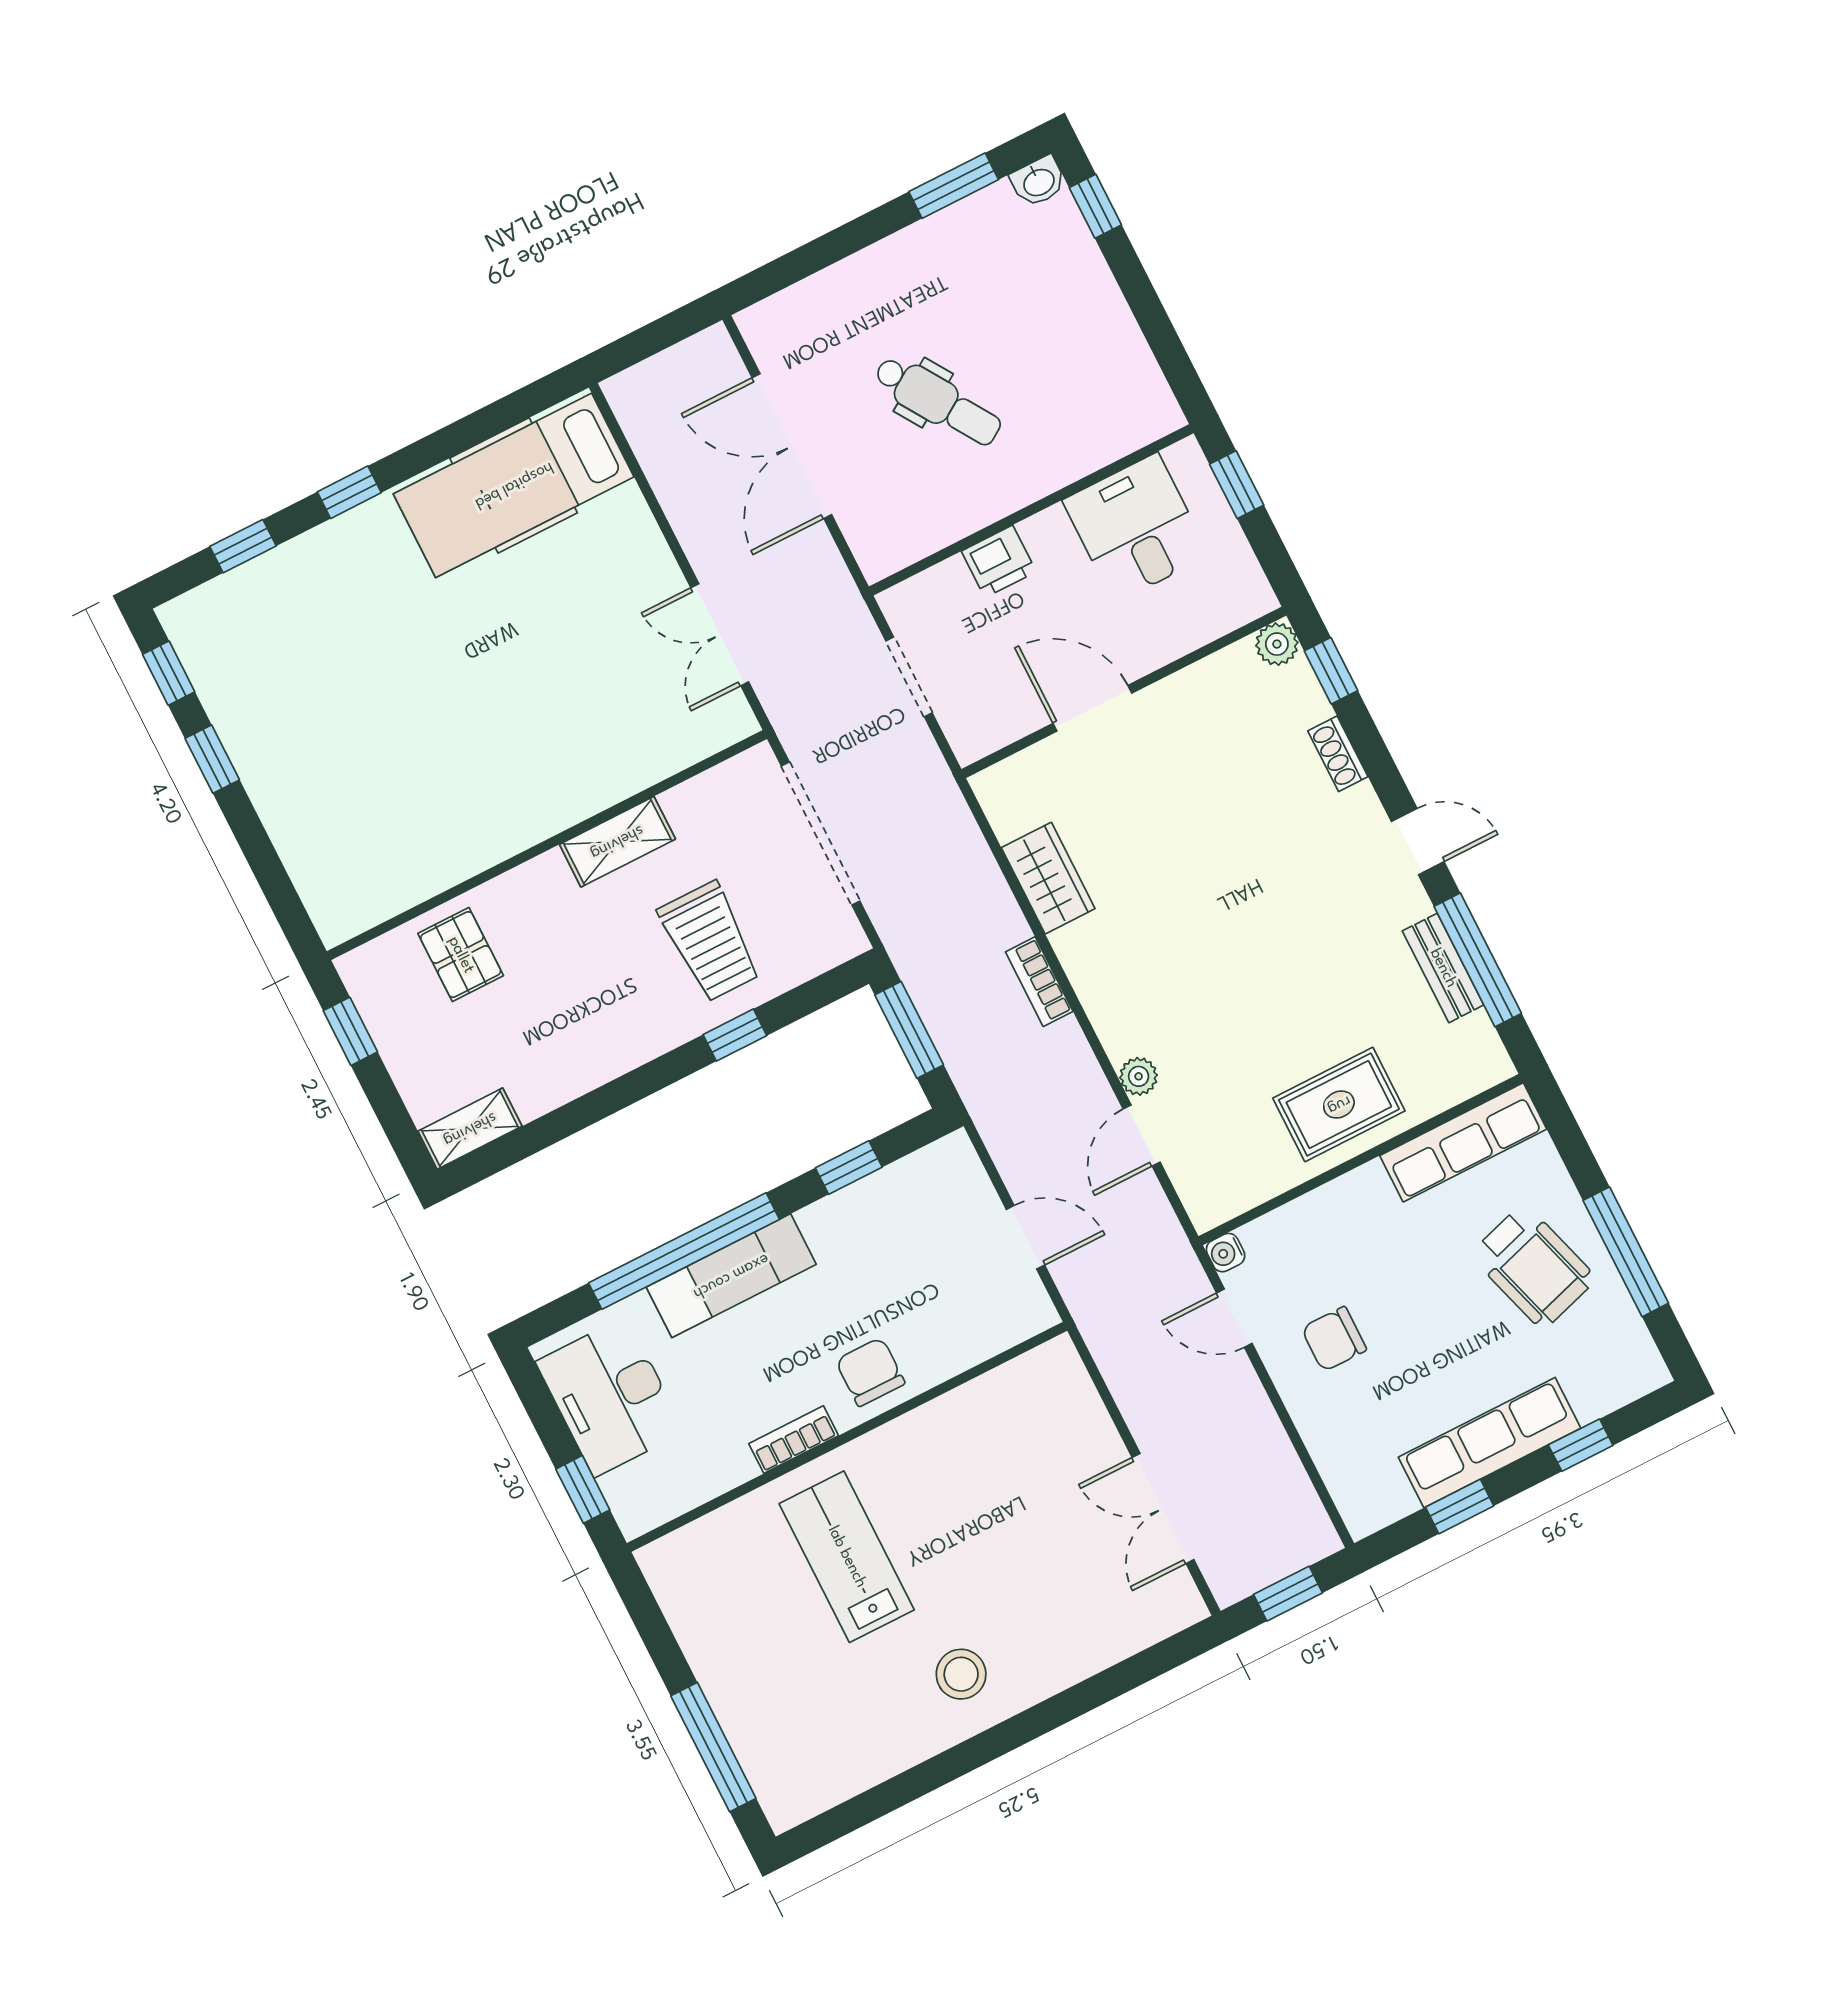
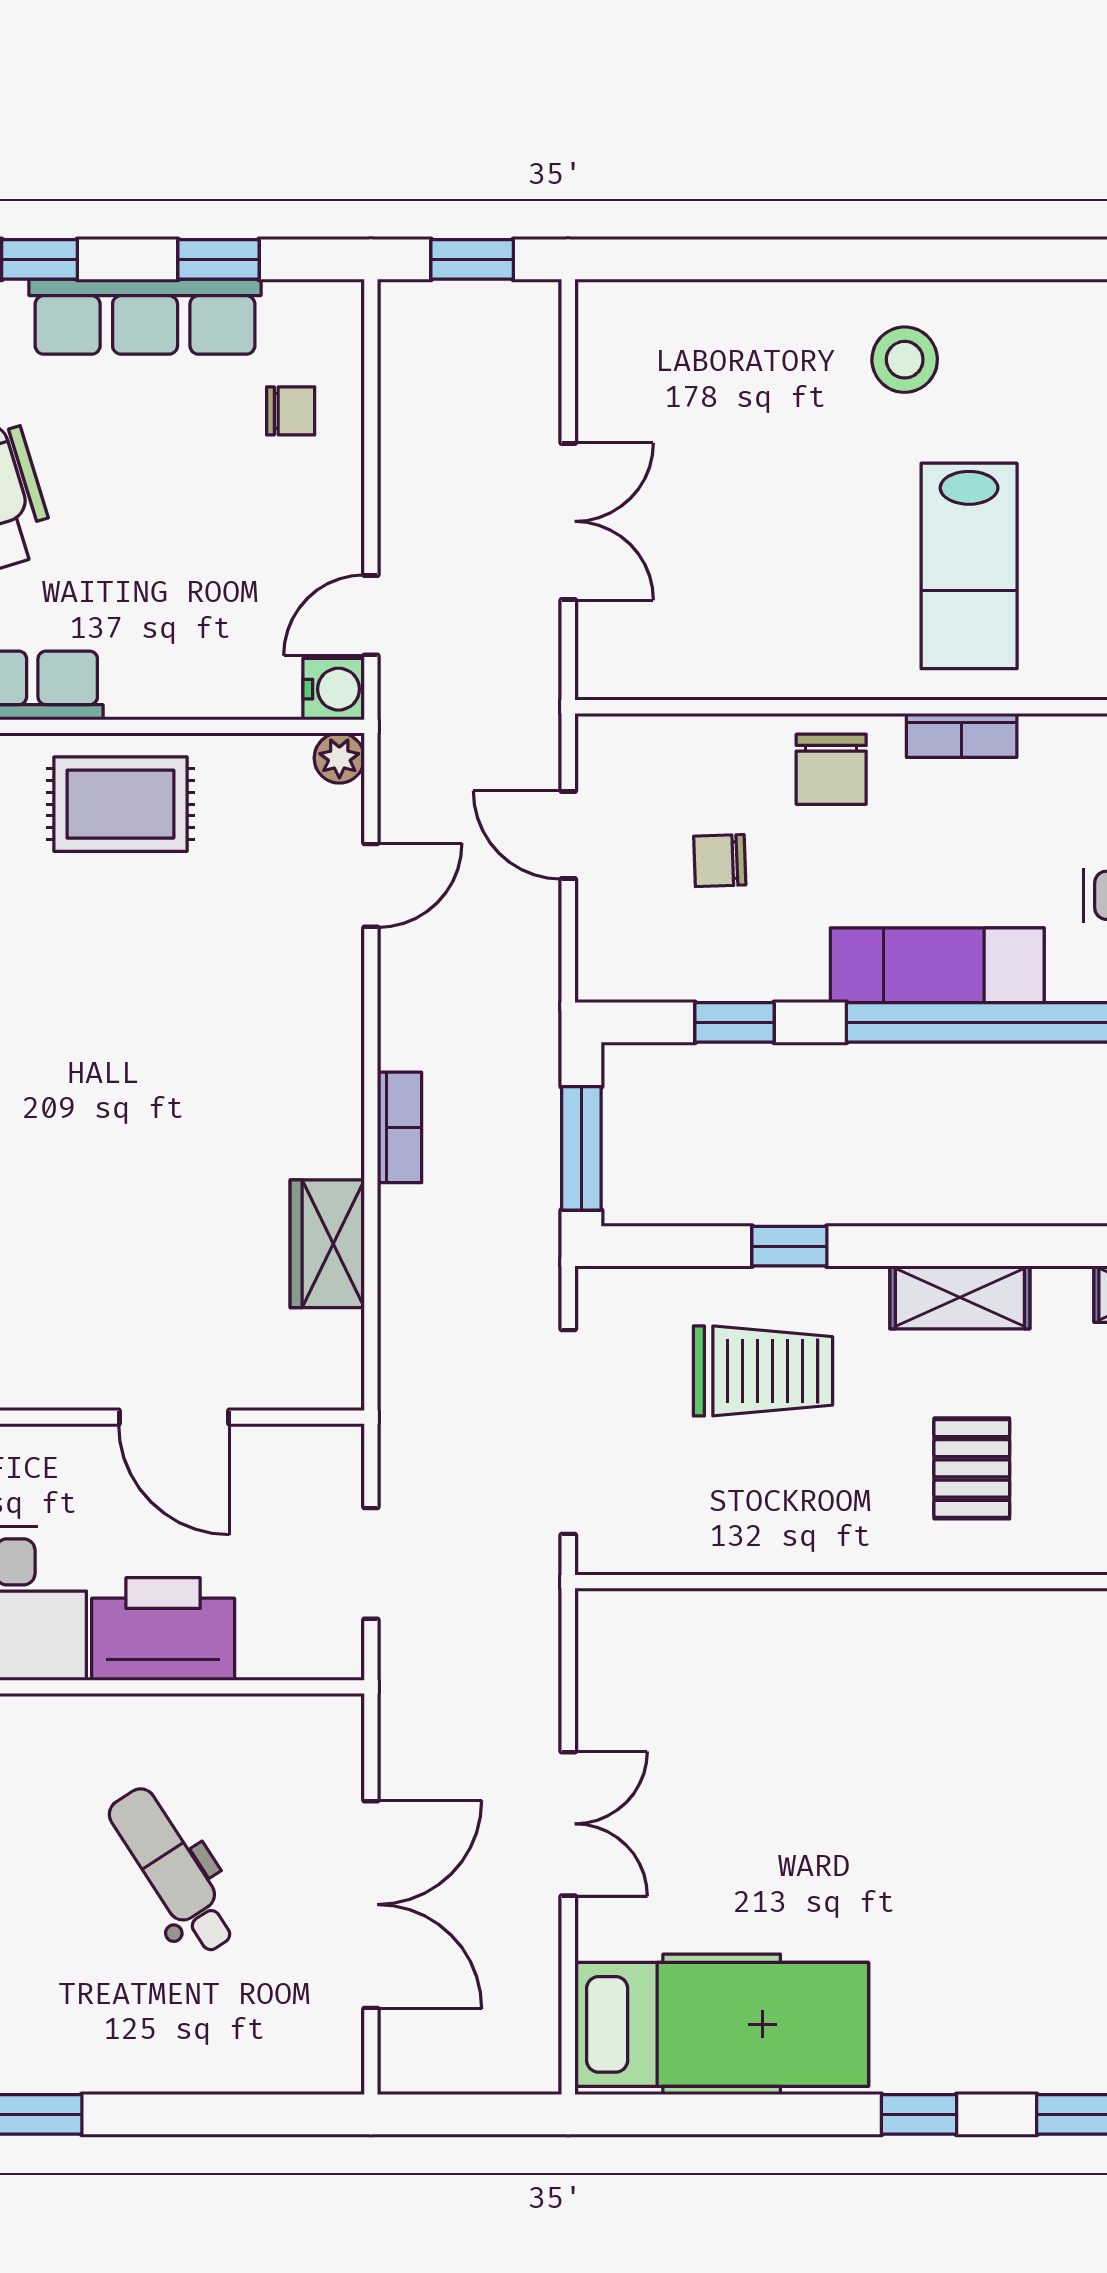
printer: (999, 561) -> (163, 1629), width x1.87, depth x1.48
double door: (720, 635) -> (568, 1824), moved
shelving: (617, 842) -> (960, 1297), moved
trolley: (710, 942) -> (763, 1371), turned 90
pallet: (461, 955) -> (972, 1468), moved
plant: (1139, 1076) -> (339, 758), moved
water cooler: (1226, 1253) -> (334, 689), width x1.38, depth x1.38
chair: (914, 1272) -> (720, 861), added
door: (1234, 1318) -> (371, 615), swing flipped
chair: (1334, 1339) -> (291, 411), moved, width x0.73, depth x0.73
double door: (1163, 1508) -> (568, 521), moved

